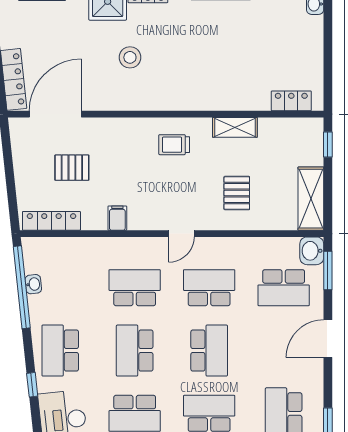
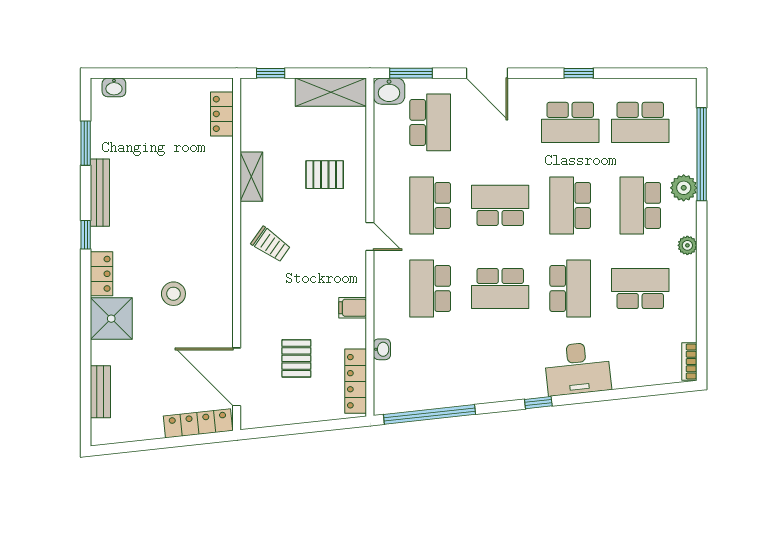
trolley: (174, 145) -> (271, 244), turned -55
washbasin: (33, 284) -> (382, 349), moved, turned 96
school desk: (60, 351) -> (500, 372), removed

